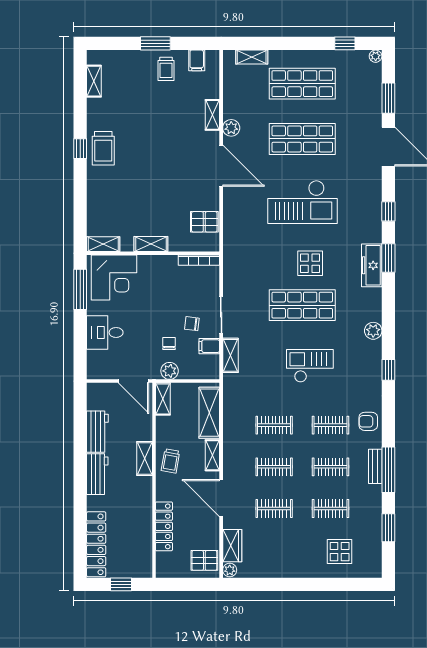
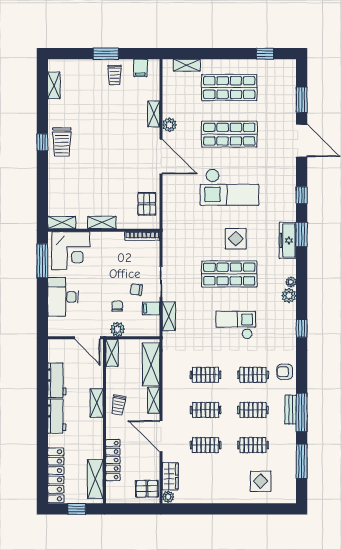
plant: (376, 56) -> (291, 282), moved
pallet: (204, 222) -> (147, 204), turned 90
desk: (105, 332) -> (63, 297), width x1.37
window: (388, 528) -> (302, 461), width x1.44
shelving: (143, 549) -> (95, 479), added

